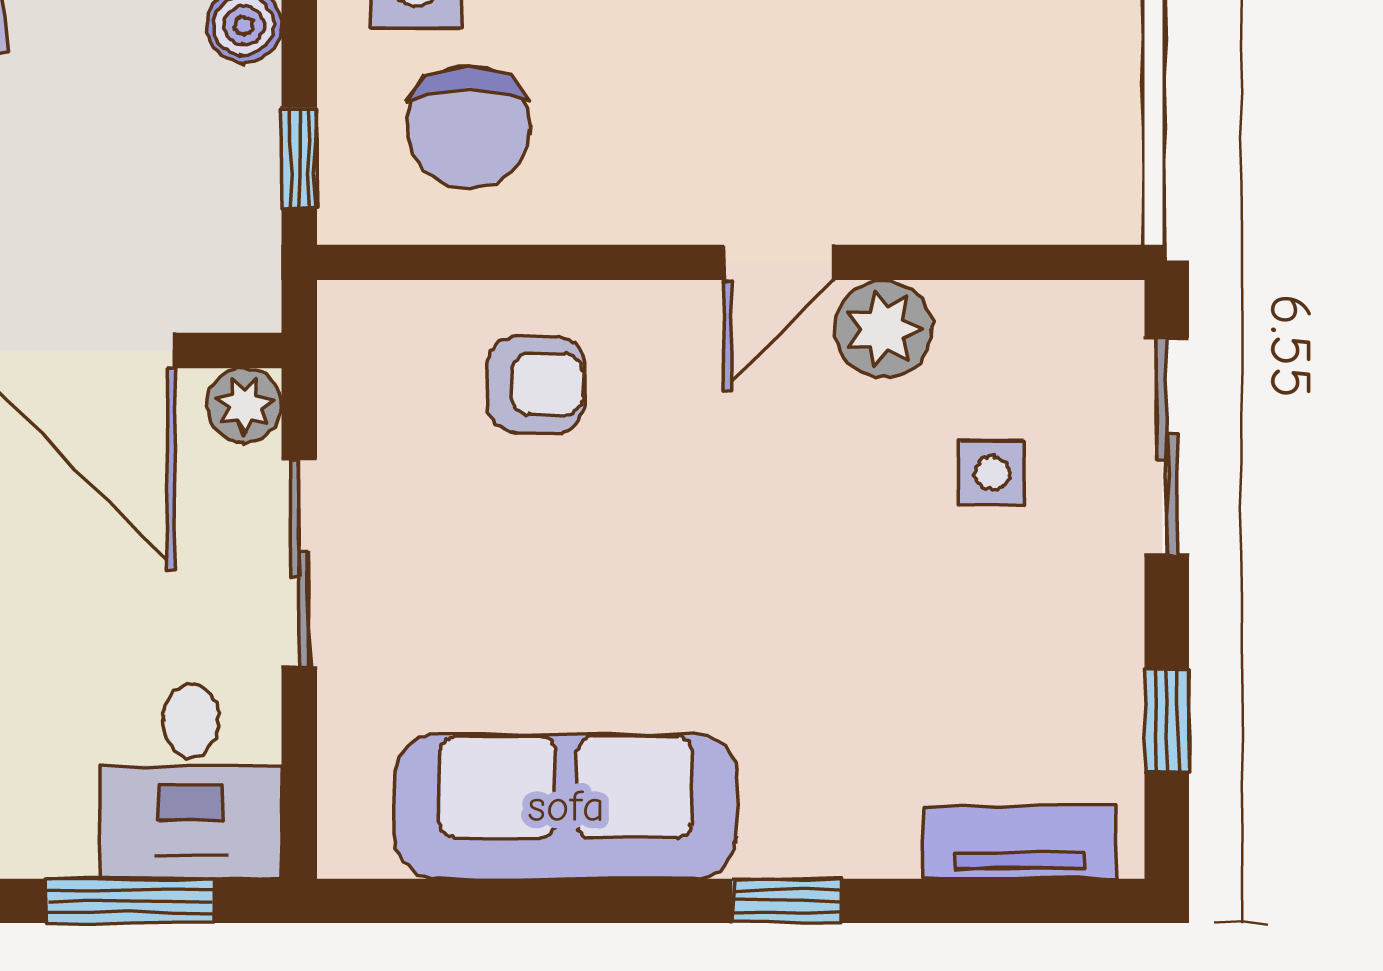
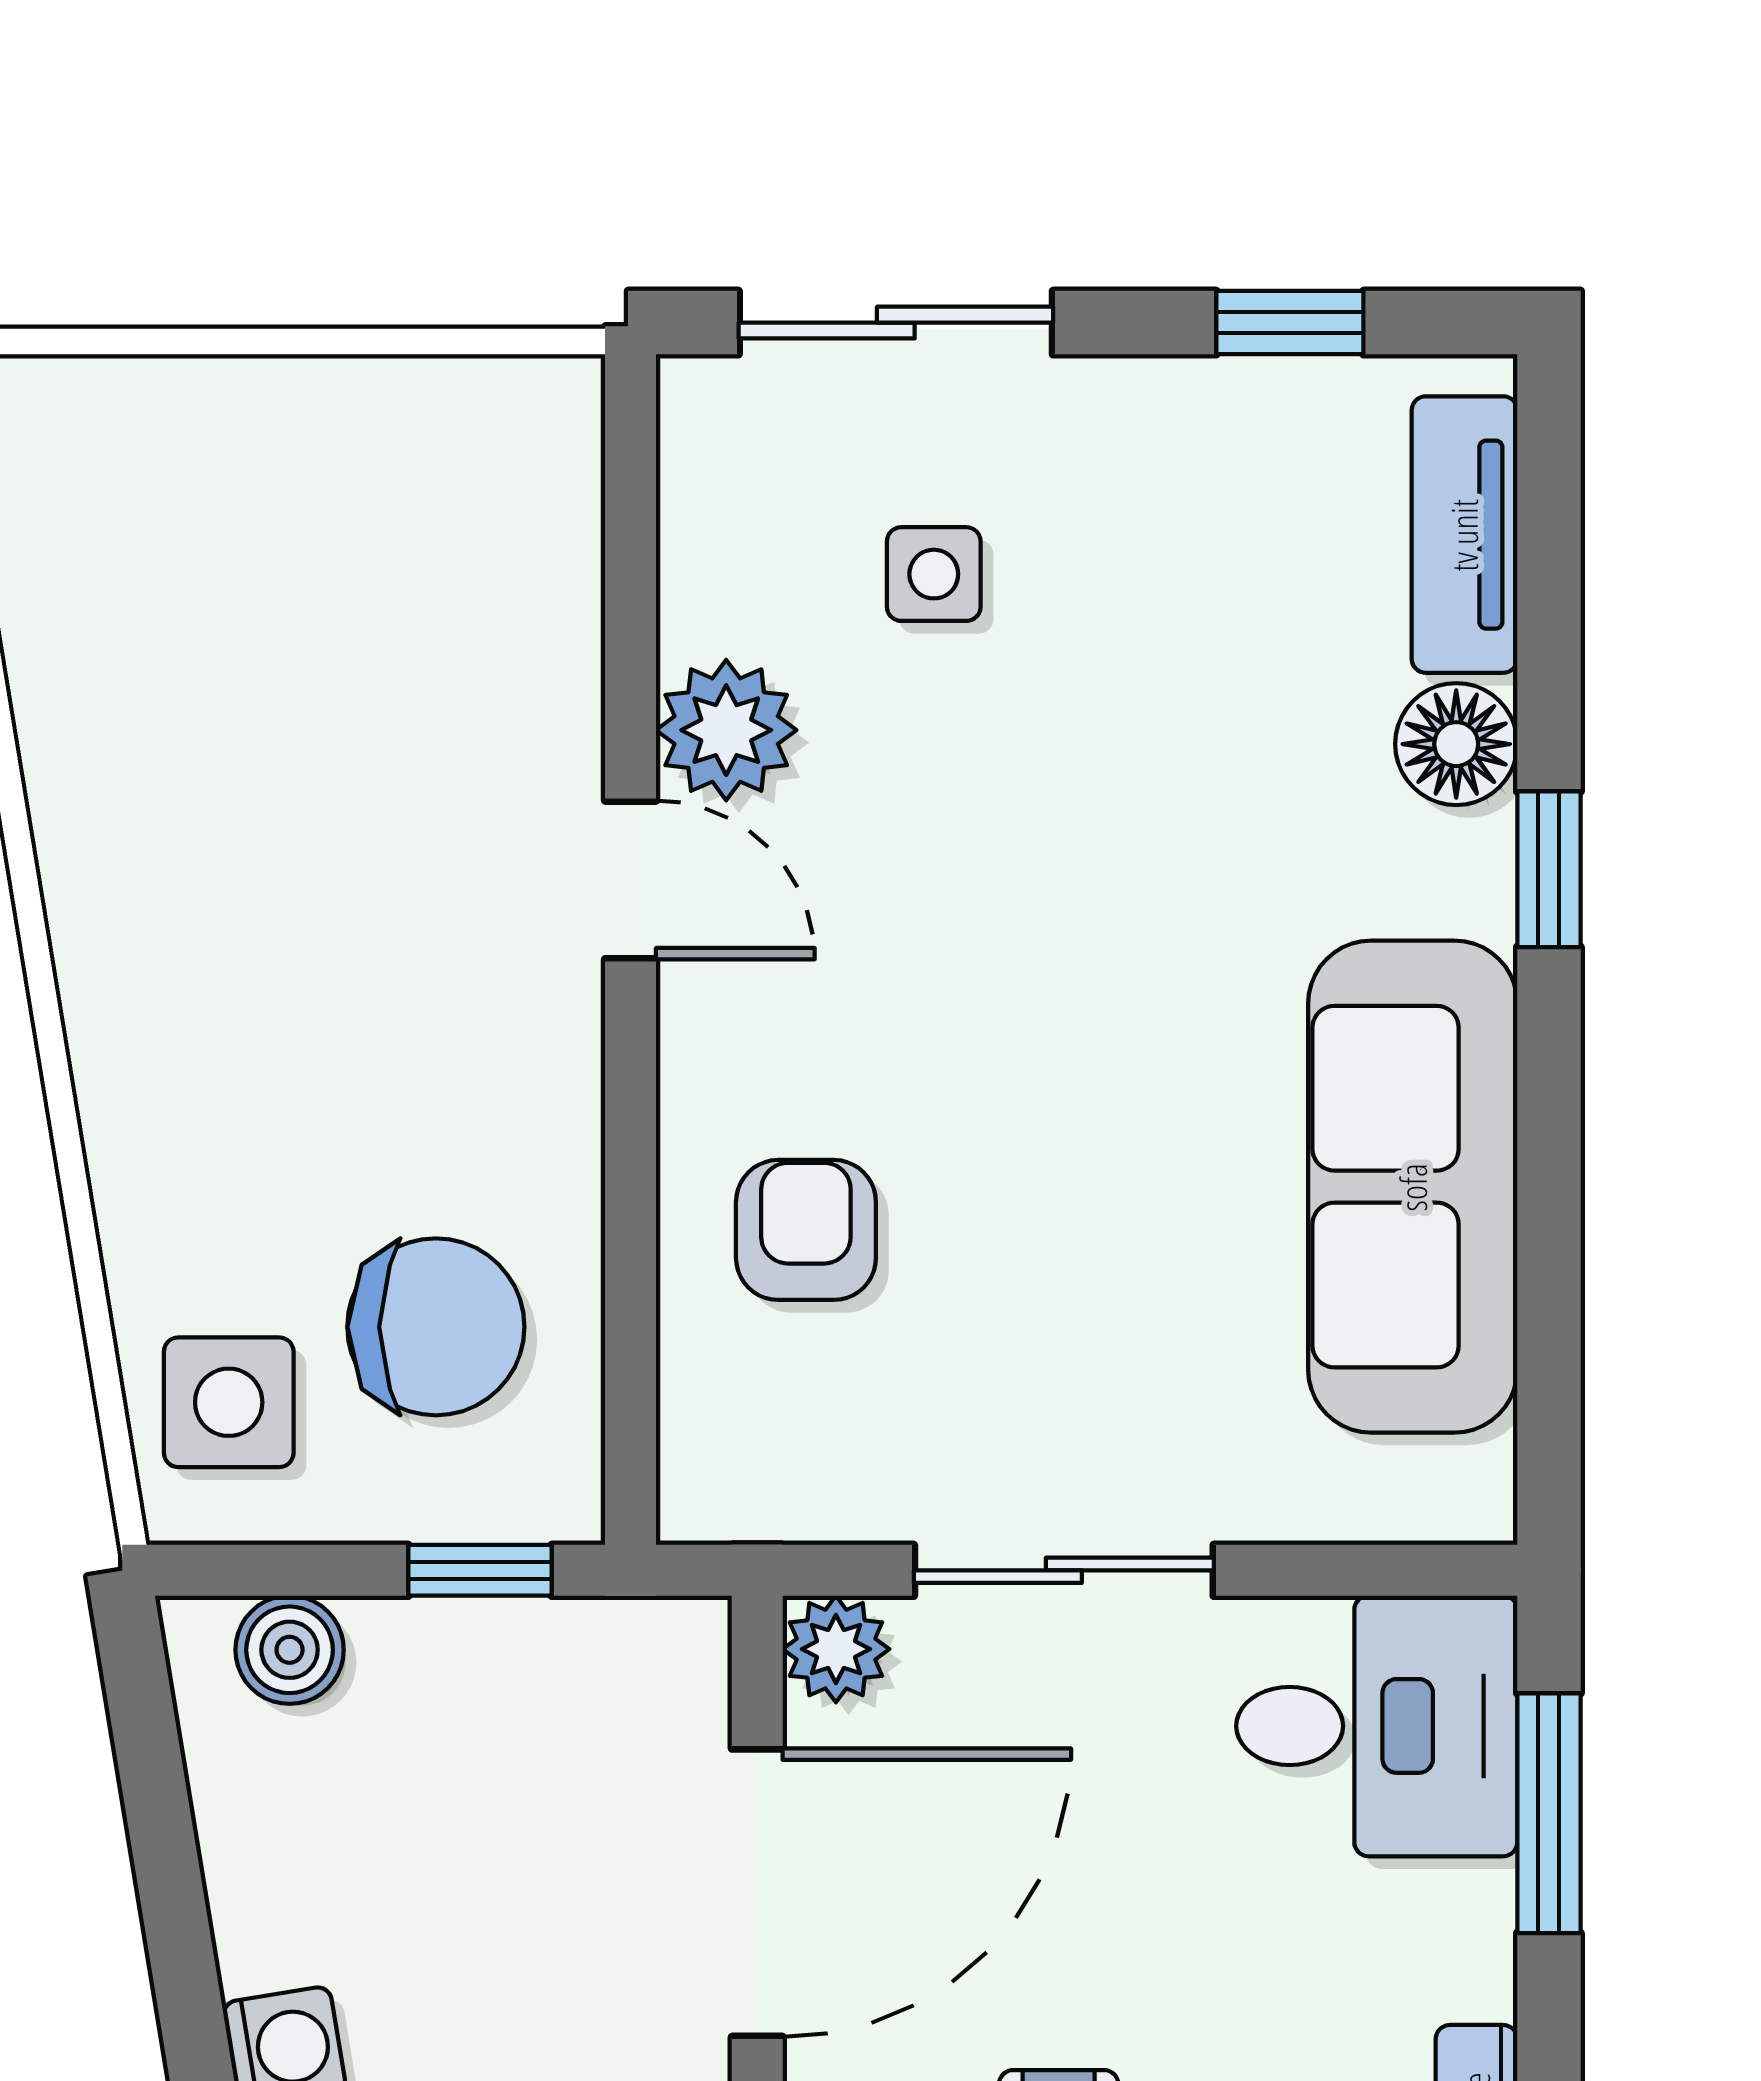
floor lamp: (874, 836) -> (1456, 744), added

